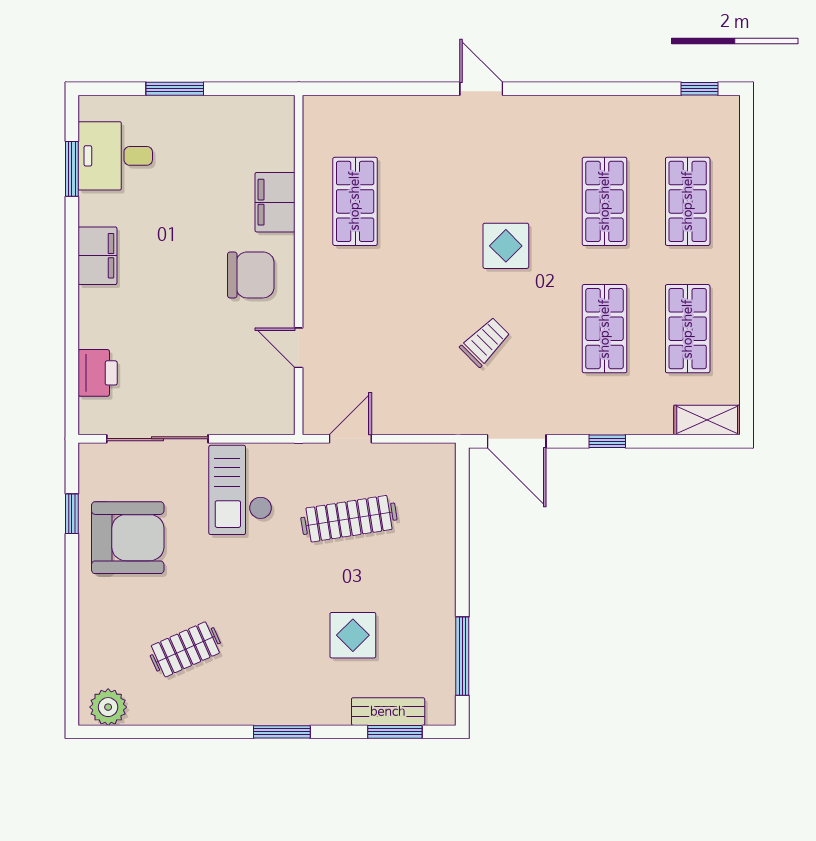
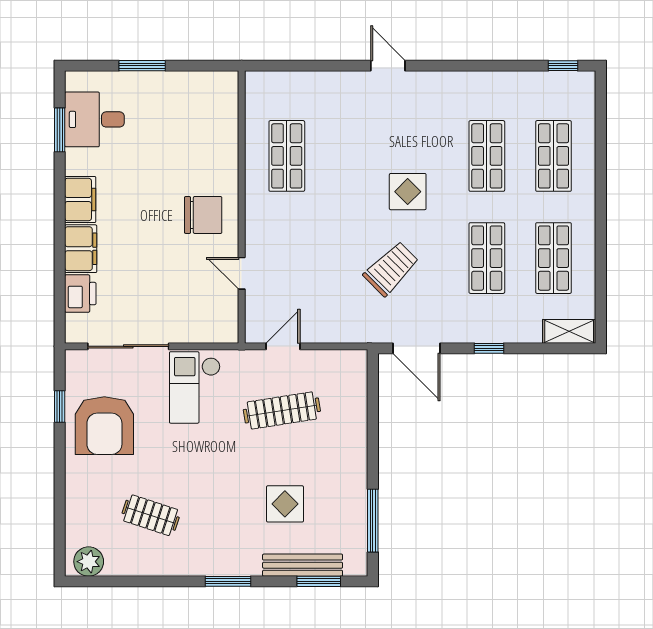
filing cabinet: (275, 202) -> (81, 249), moved, turned 180
trolley: (485, 342) -> (391, 269), width x1.36, depth x1.39
armchair: (128, 538) -> (104, 426), turned 90
clothes rail: (185, 649) -> (151, 515), turned 42
bench: (388, 712) -> (303, 565), width x1.36

